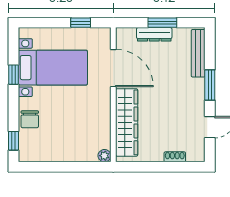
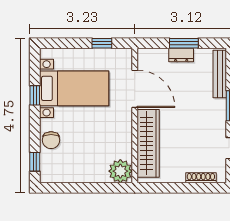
dresser: (154, 34) -> (181, 55), width x0.70
plant: (104, 156) -> (120, 171), width x1.88, depth x1.88
shoe rack: (175, 157) -> (201, 178), width x1.43

